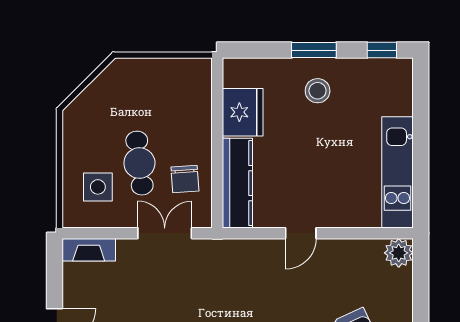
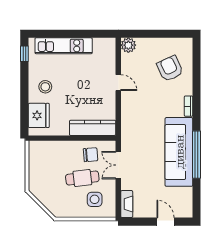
window: (314, 50) -> (24, 89), removed
fridge: (243, 112) -> (39, 115), moved, turned 90
kitchen unit: (398, 172) -> (64, 46), moved
door: (301, 233) -> (118, 83), moved

